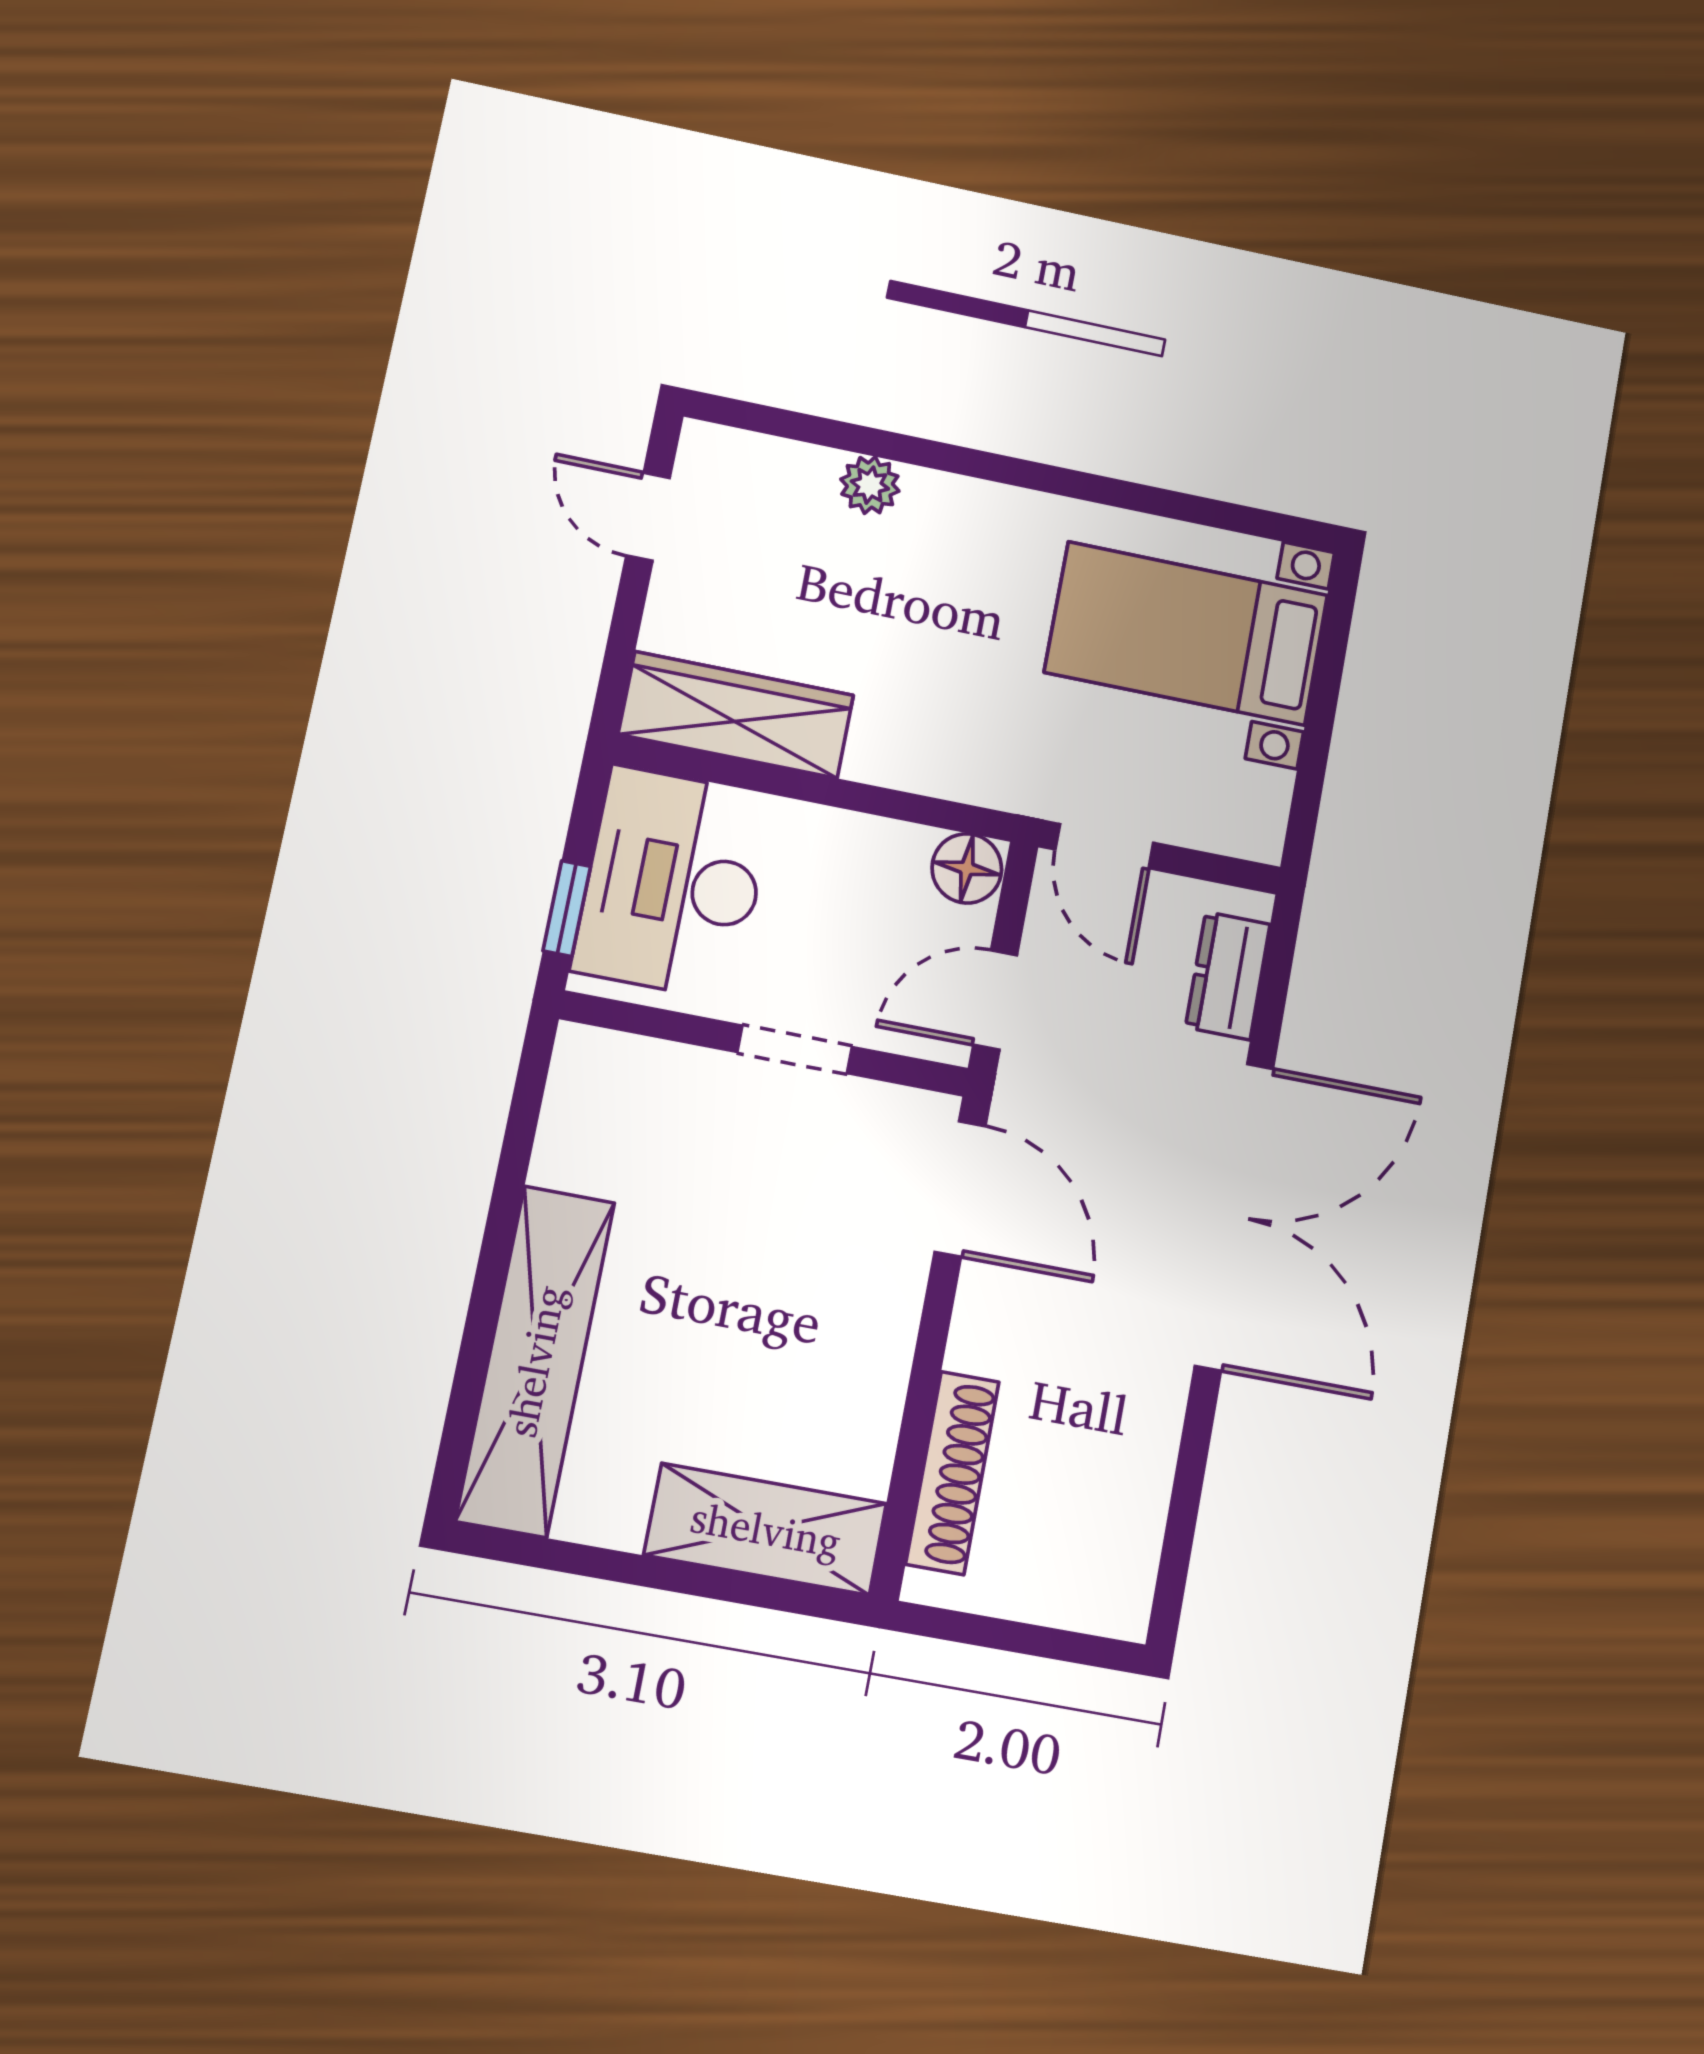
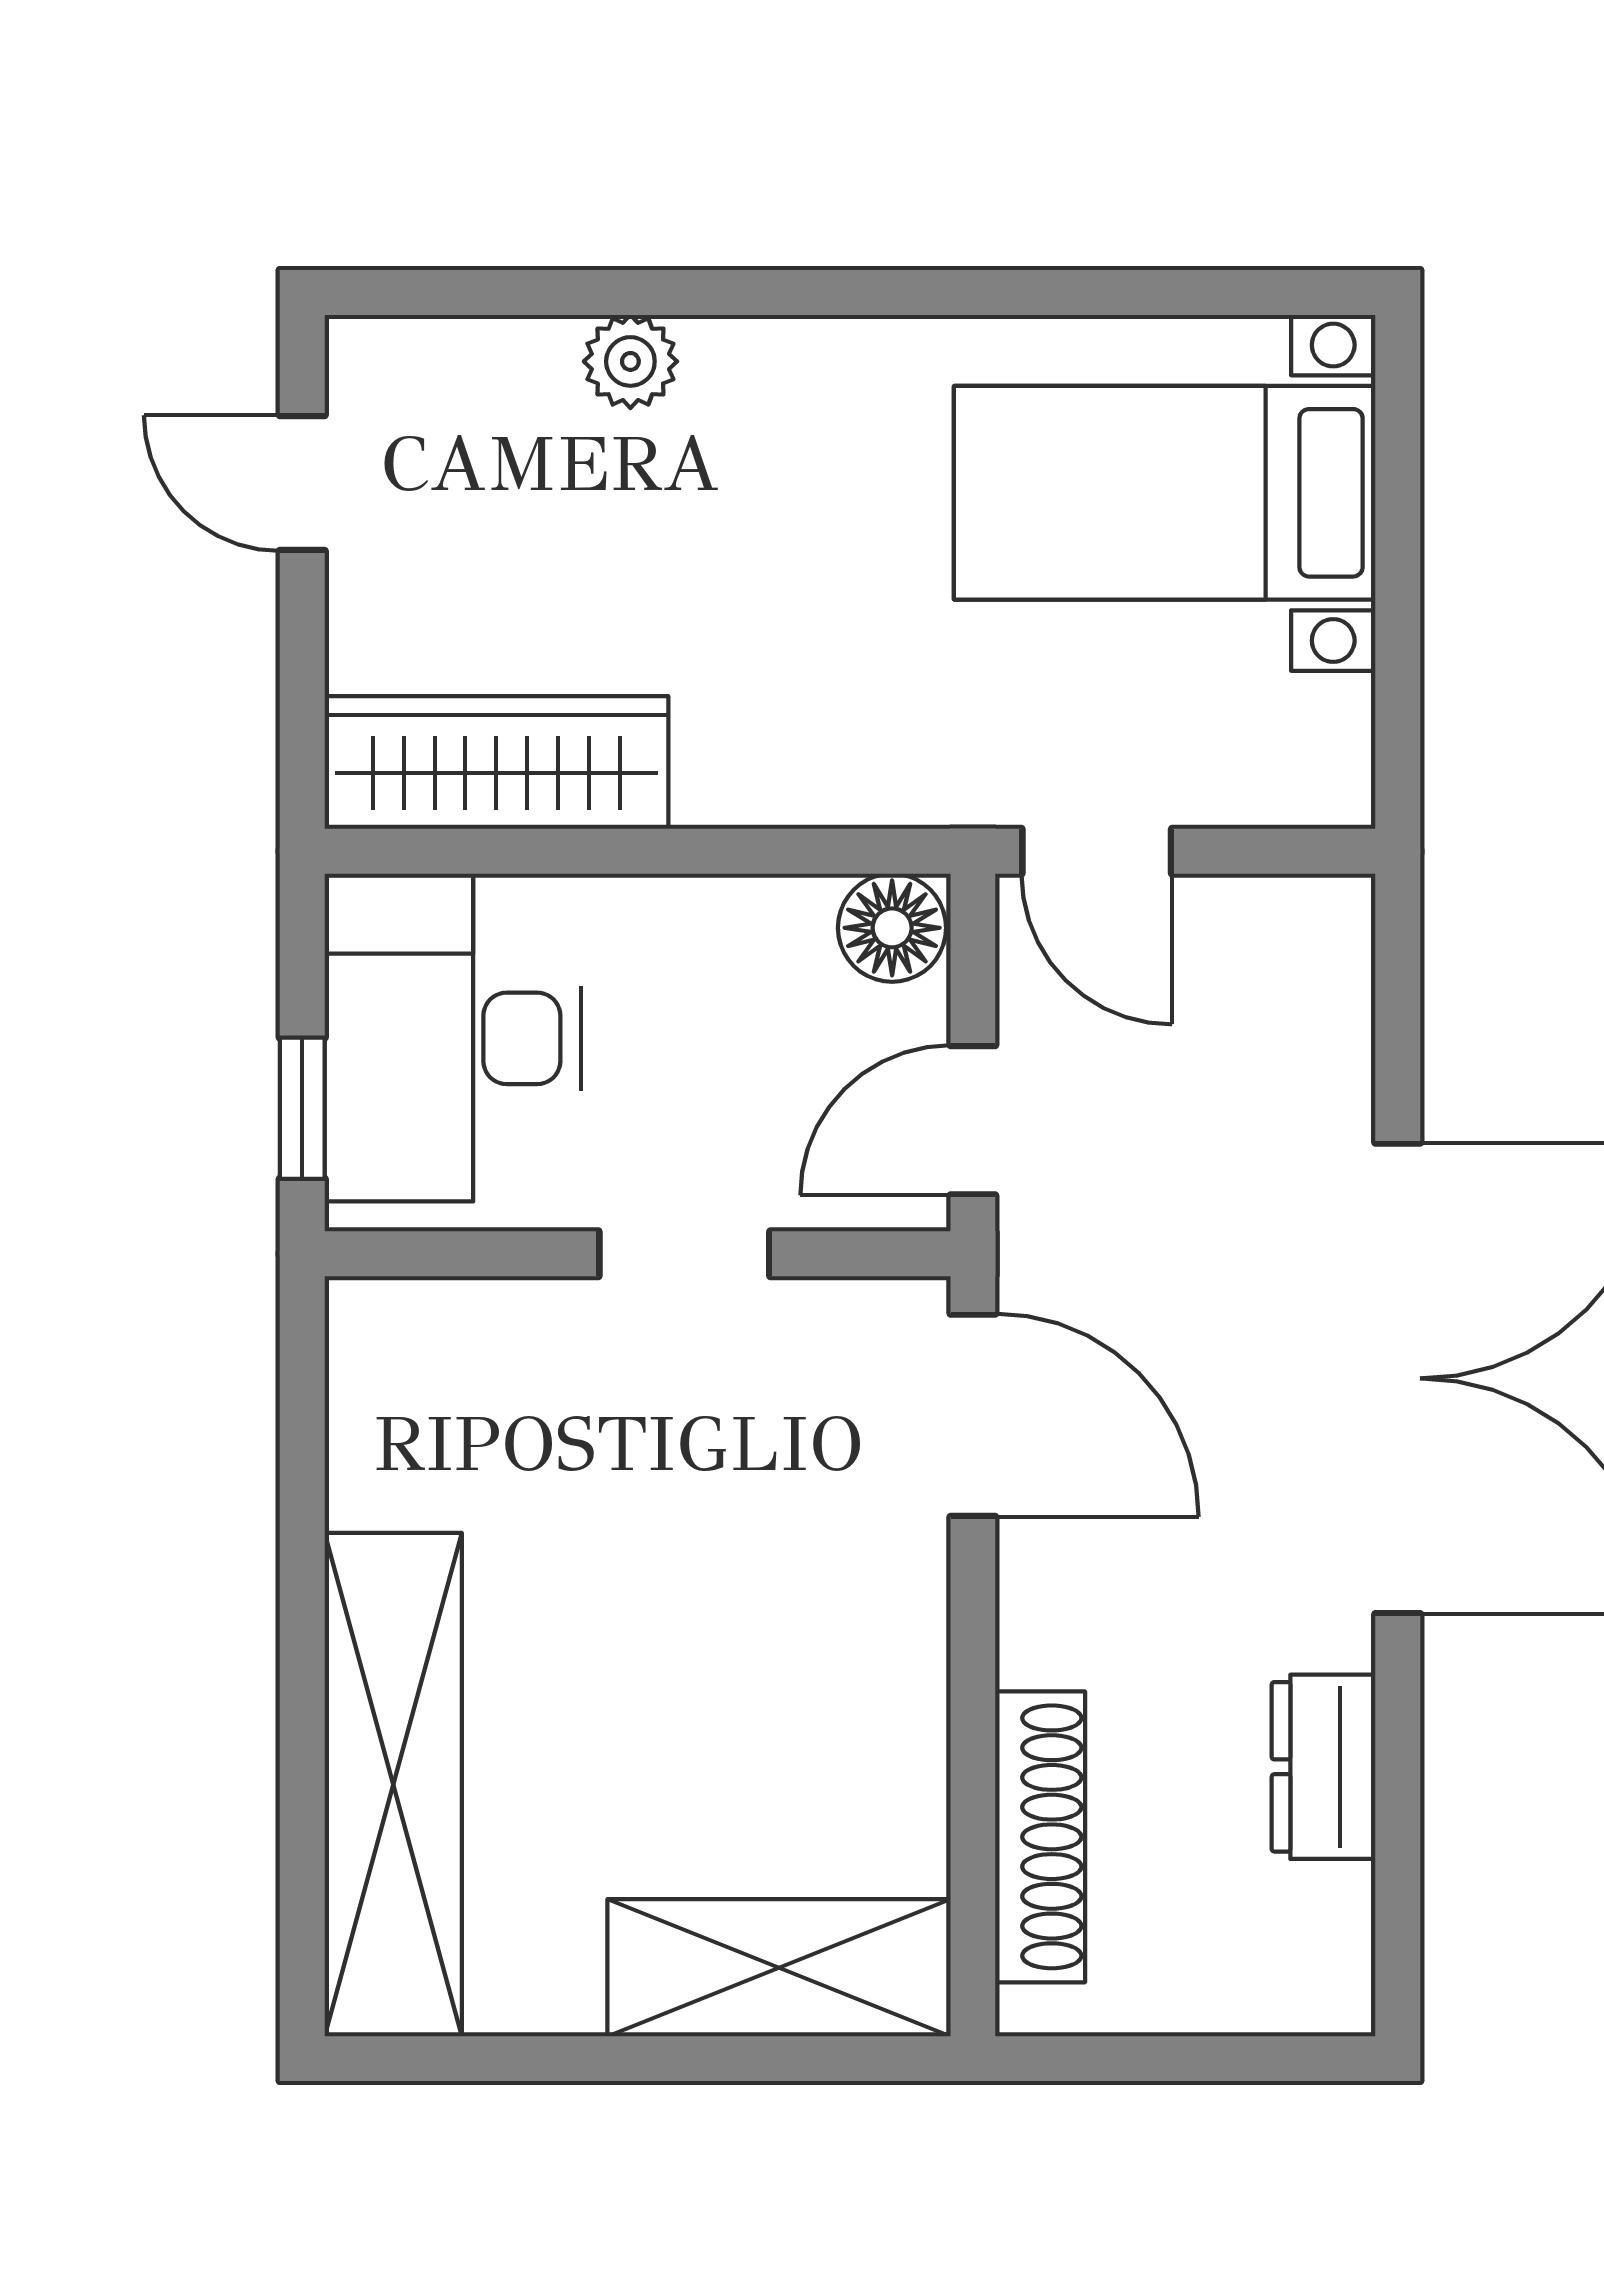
dresser: (1228, 976) -> (1323, 1767), moved

